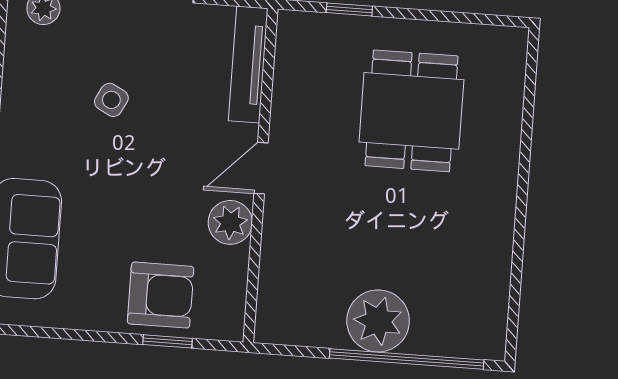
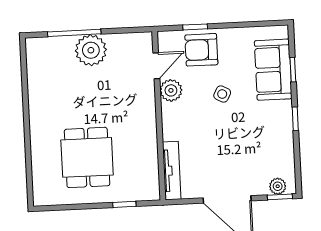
side table: (111, 100) -> (222, 94), moved
door: (261, 168) -> (156, 66), moved
window: (407, 359) -> (74, 33), width x0.68

